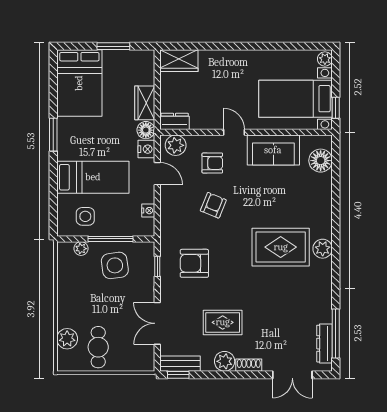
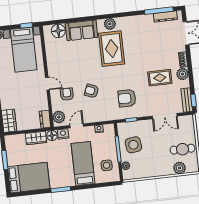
door: (234, 132) -> (47, 84), swing flipped
sofa: (273, 150) -> (81, 30), moved, turned 90
armchair: (194, 263) -> (127, 98), turned 90
rug: (223, 322) -> (160, 78), turned 90

